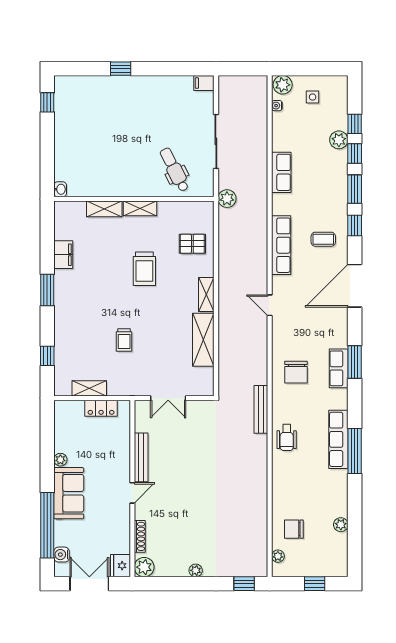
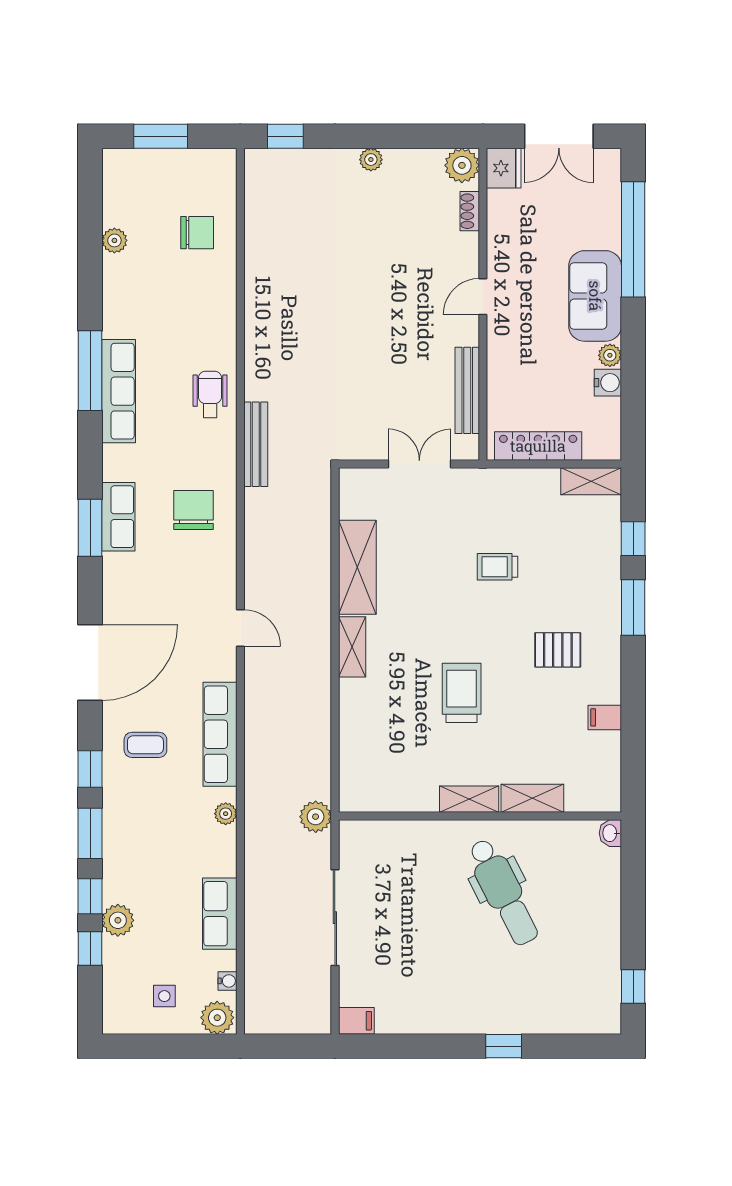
dental chair: (174, 170) -> (503, 892), moved, width x1.36, depth x1.38
row of seats: (281, 172) -> (220, 914), moved
pallet: (192, 244) -> (558, 650), moved
filing cabinet: (63, 255) -> (605, 717), width x0.50
window: (47, 290) -> (633, 608), moved
trolley: (124, 340) -> (497, 567), turned -90
shelving: (89, 388) -> (591, 481), moved
locker: (101, 408) -> (538, 446), width x1.53
bench: (141, 457) -> (467, 390), moved
shoe rack: (140, 536) -> (470, 211), width x0.70
water cooler: (62, 555) -> (608, 383), moved
plant: (278, 556) -> (226, 814), moved
window: (315, 584) -> (161, 136), width x1.50

